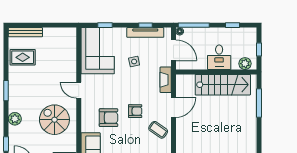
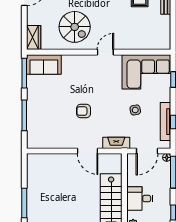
armchair: (135, 111) -> (84, 111), turned 90
armchair: (108, 118) -> (77, 83), removed
spiral stairs: (54, 120) -> (75, 27), turned 90
coffee table: (158, 130) -> (64, 135), removed

